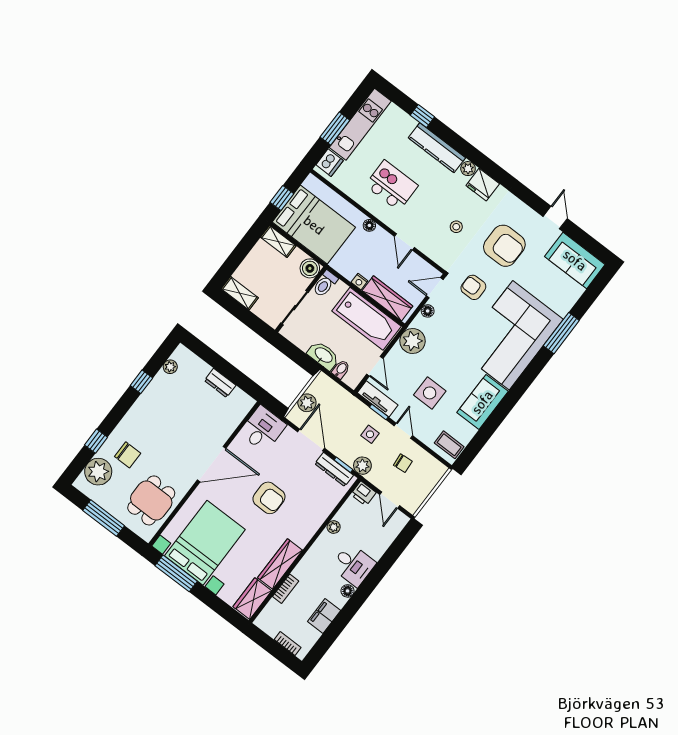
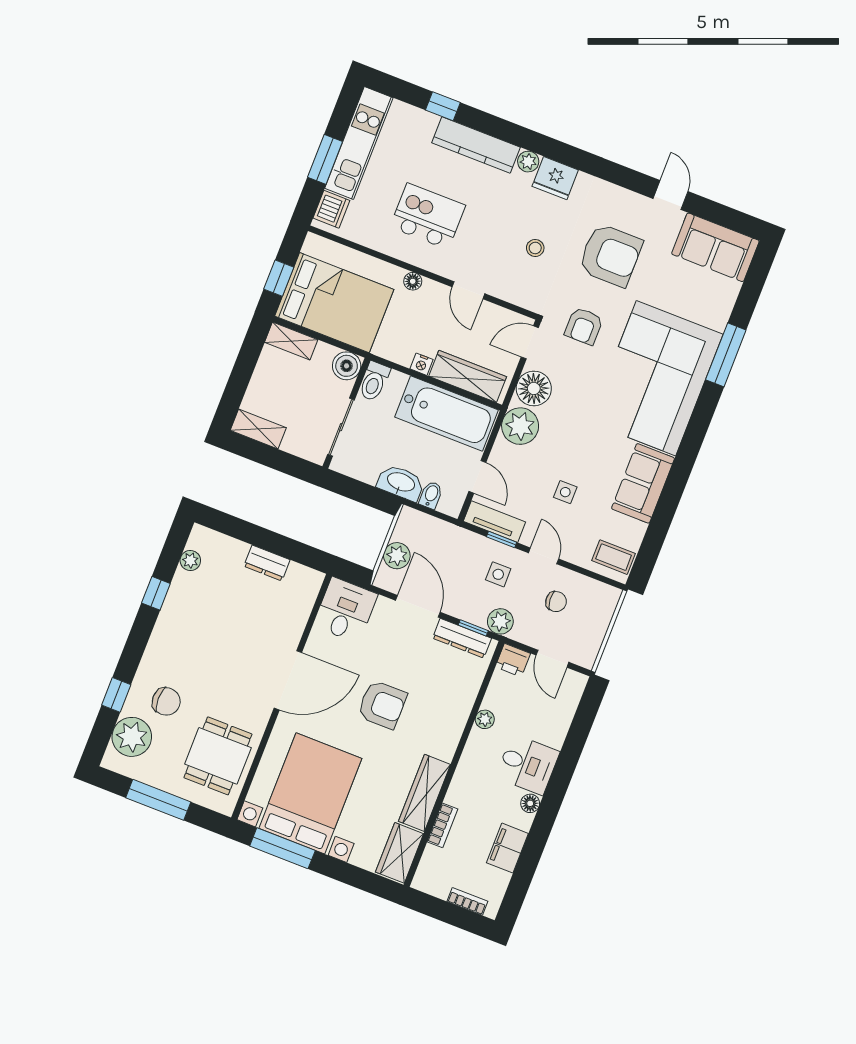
armchair: (473, 287) -> (584, 326), turned -90
floor lamp: (428, 311) -> (534, 388), width x1.89, depth x1.89
side table: (430, 393) -> (565, 492), width x0.54, depth x0.54

